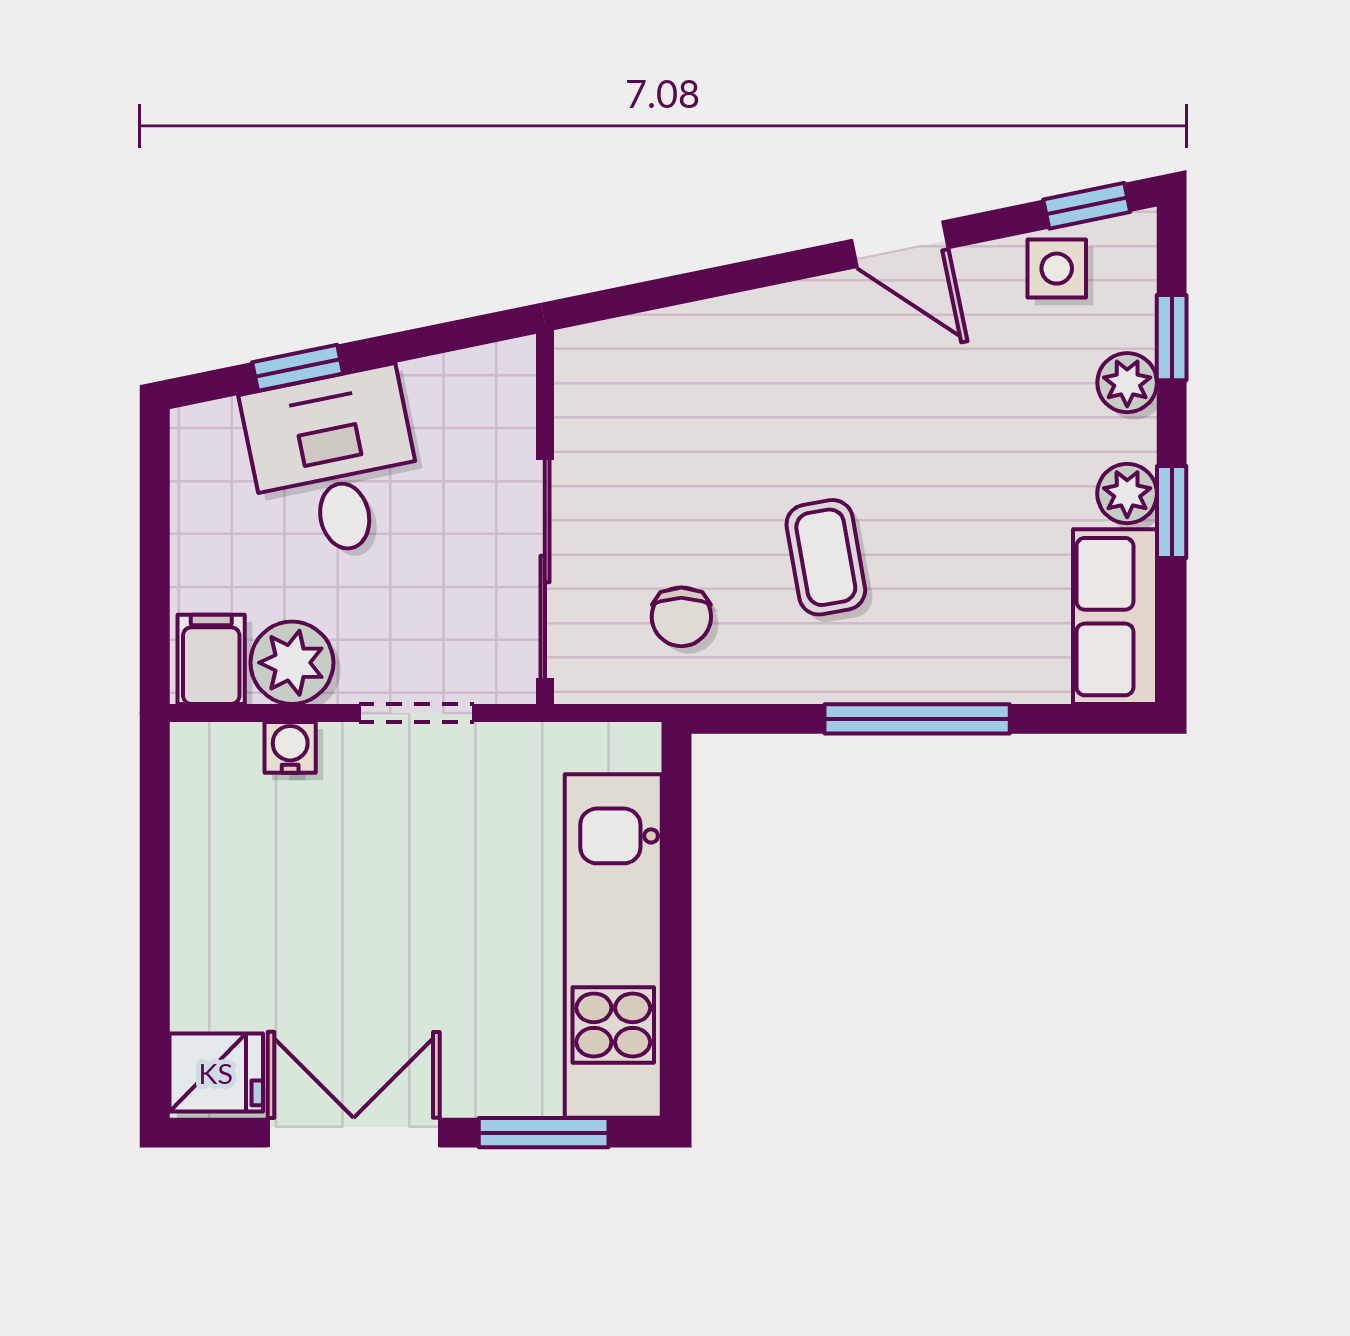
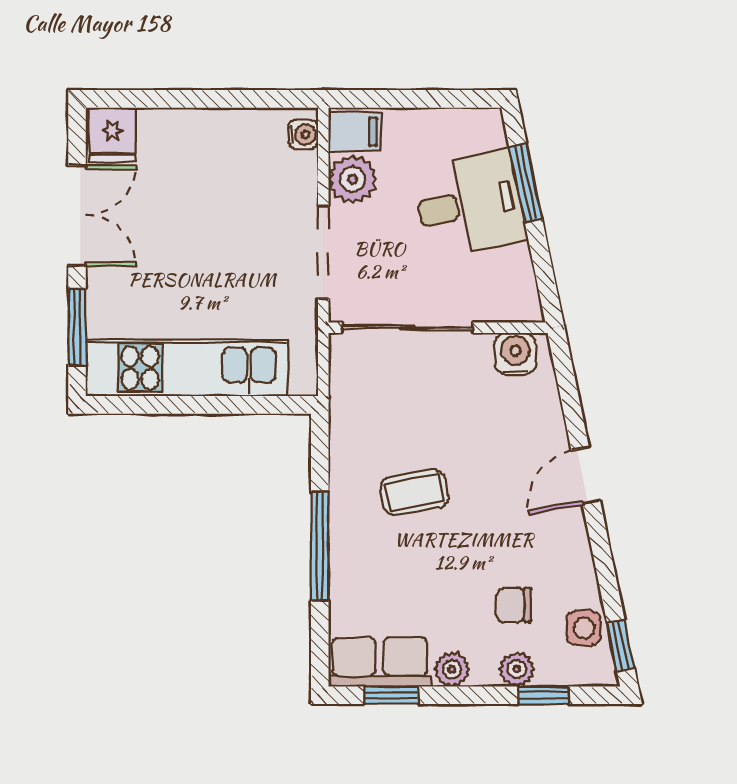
door: (900, 244) -> (586, 476), moved
window: (298, 368) -> (526, 183), width x1.50
water cooler: (590, 385) -> (515, 354), added
window: (1172, 512) -> (391, 695), moved
chair: (681, 617) -> (514, 605), moved
doorway: (416, 713) -> (323, 252), width x1.38
water cooler: (290, 747) -> (303, 135), moved

